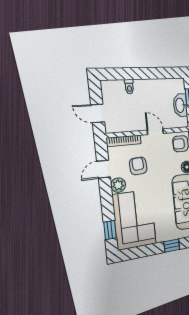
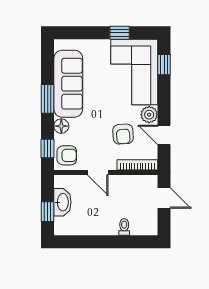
door: (104, 169) -> (164, 135), swing flipped
window: (172, 246) -> (120, 33), moved

